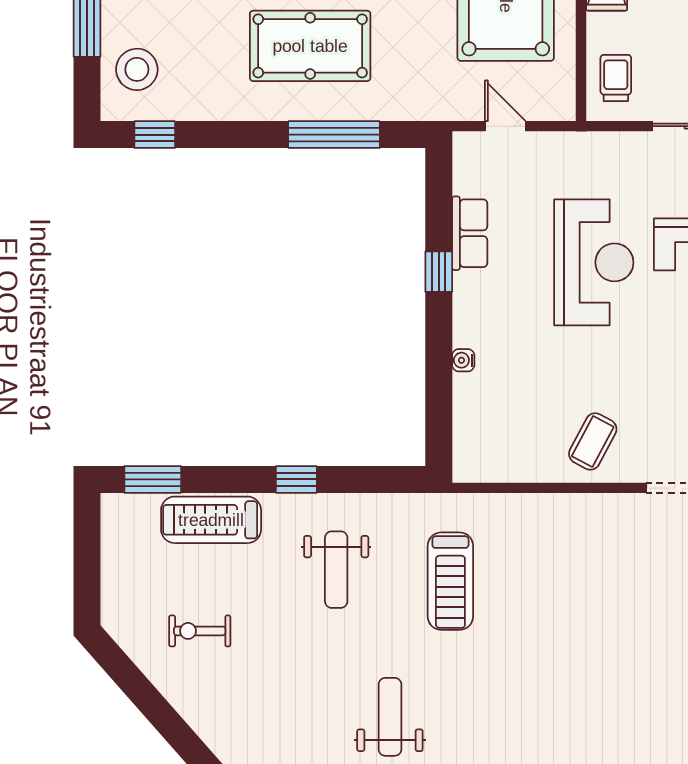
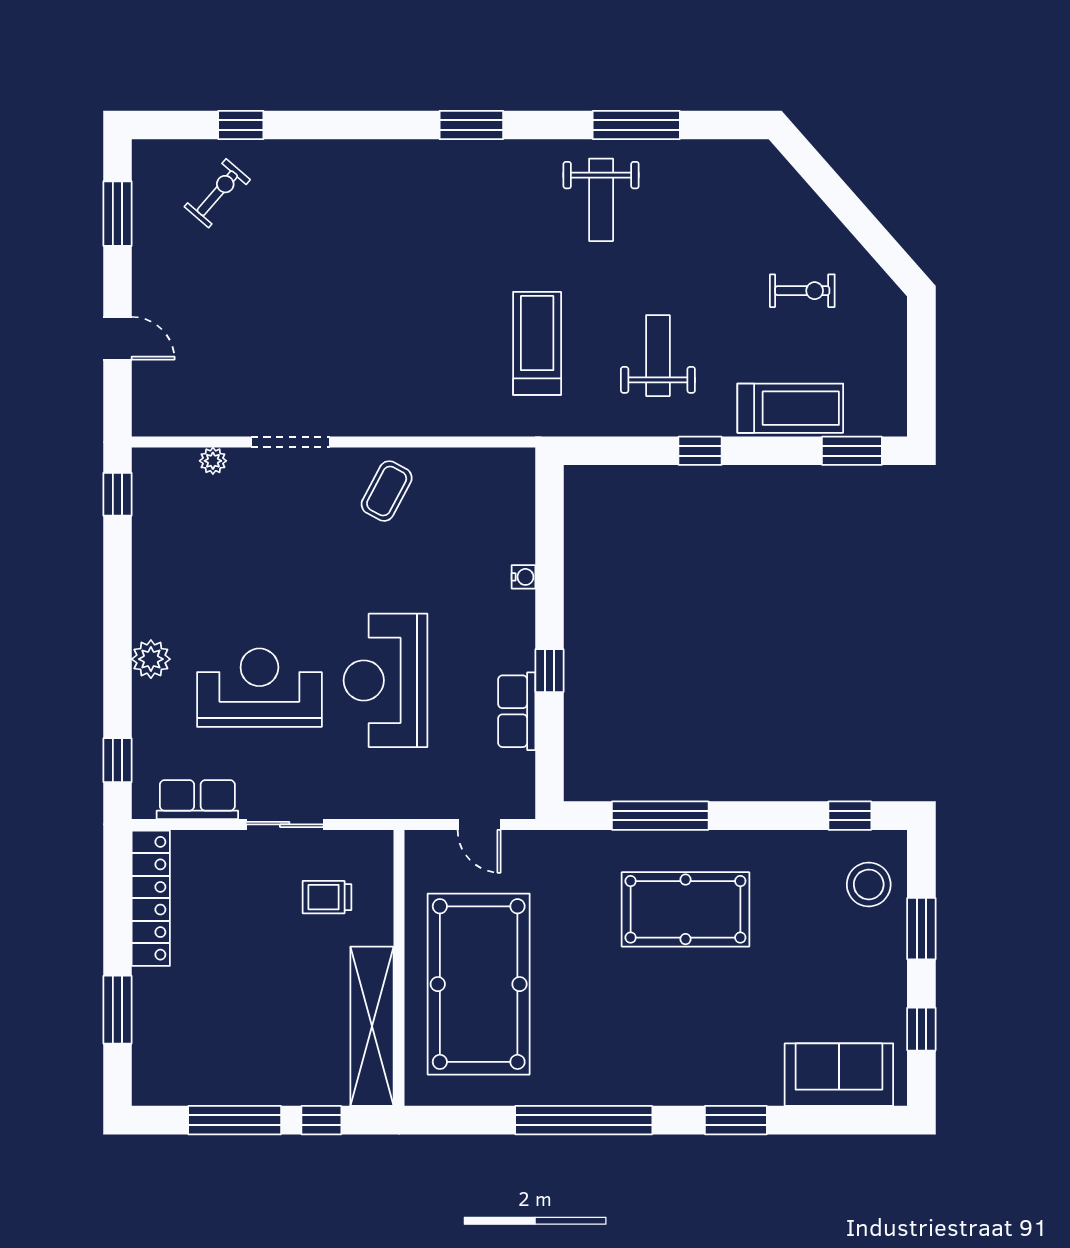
trolley: (616, 78) -> (327, 897), moved, turned 90

